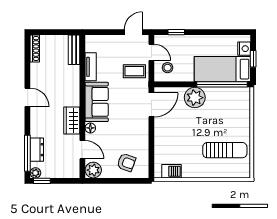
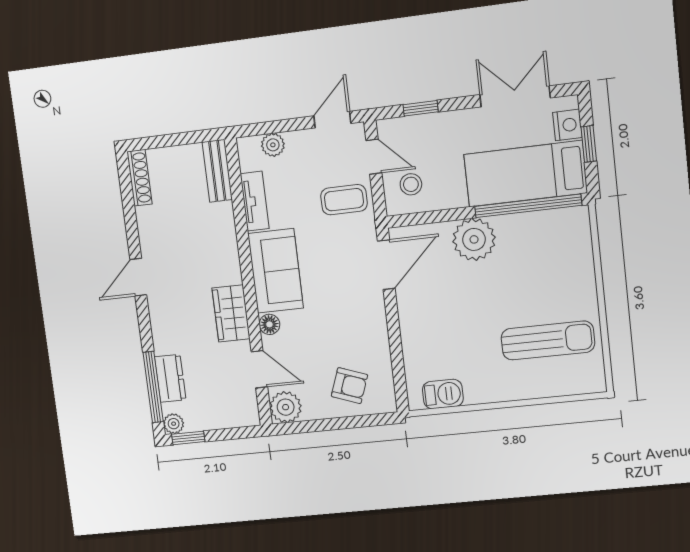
double door: (221, 32) -> (515, 96), added
plant: (103, 41) -> (273, 145), added
door: (27, 97) -> (138, 277), swing flipped

